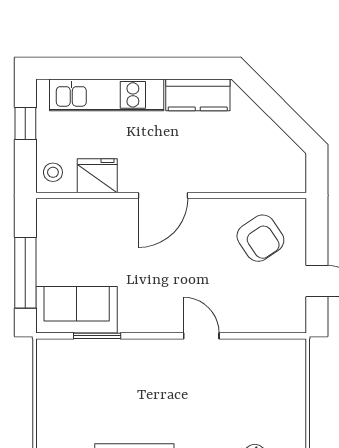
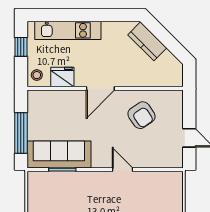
kitchen counter: (198, 95) -> (147, 41), moved, turned 45
armchair: (260, 238) -> (141, 115), moved
sofa: (77, 310) -> (59, 154), width x1.36

